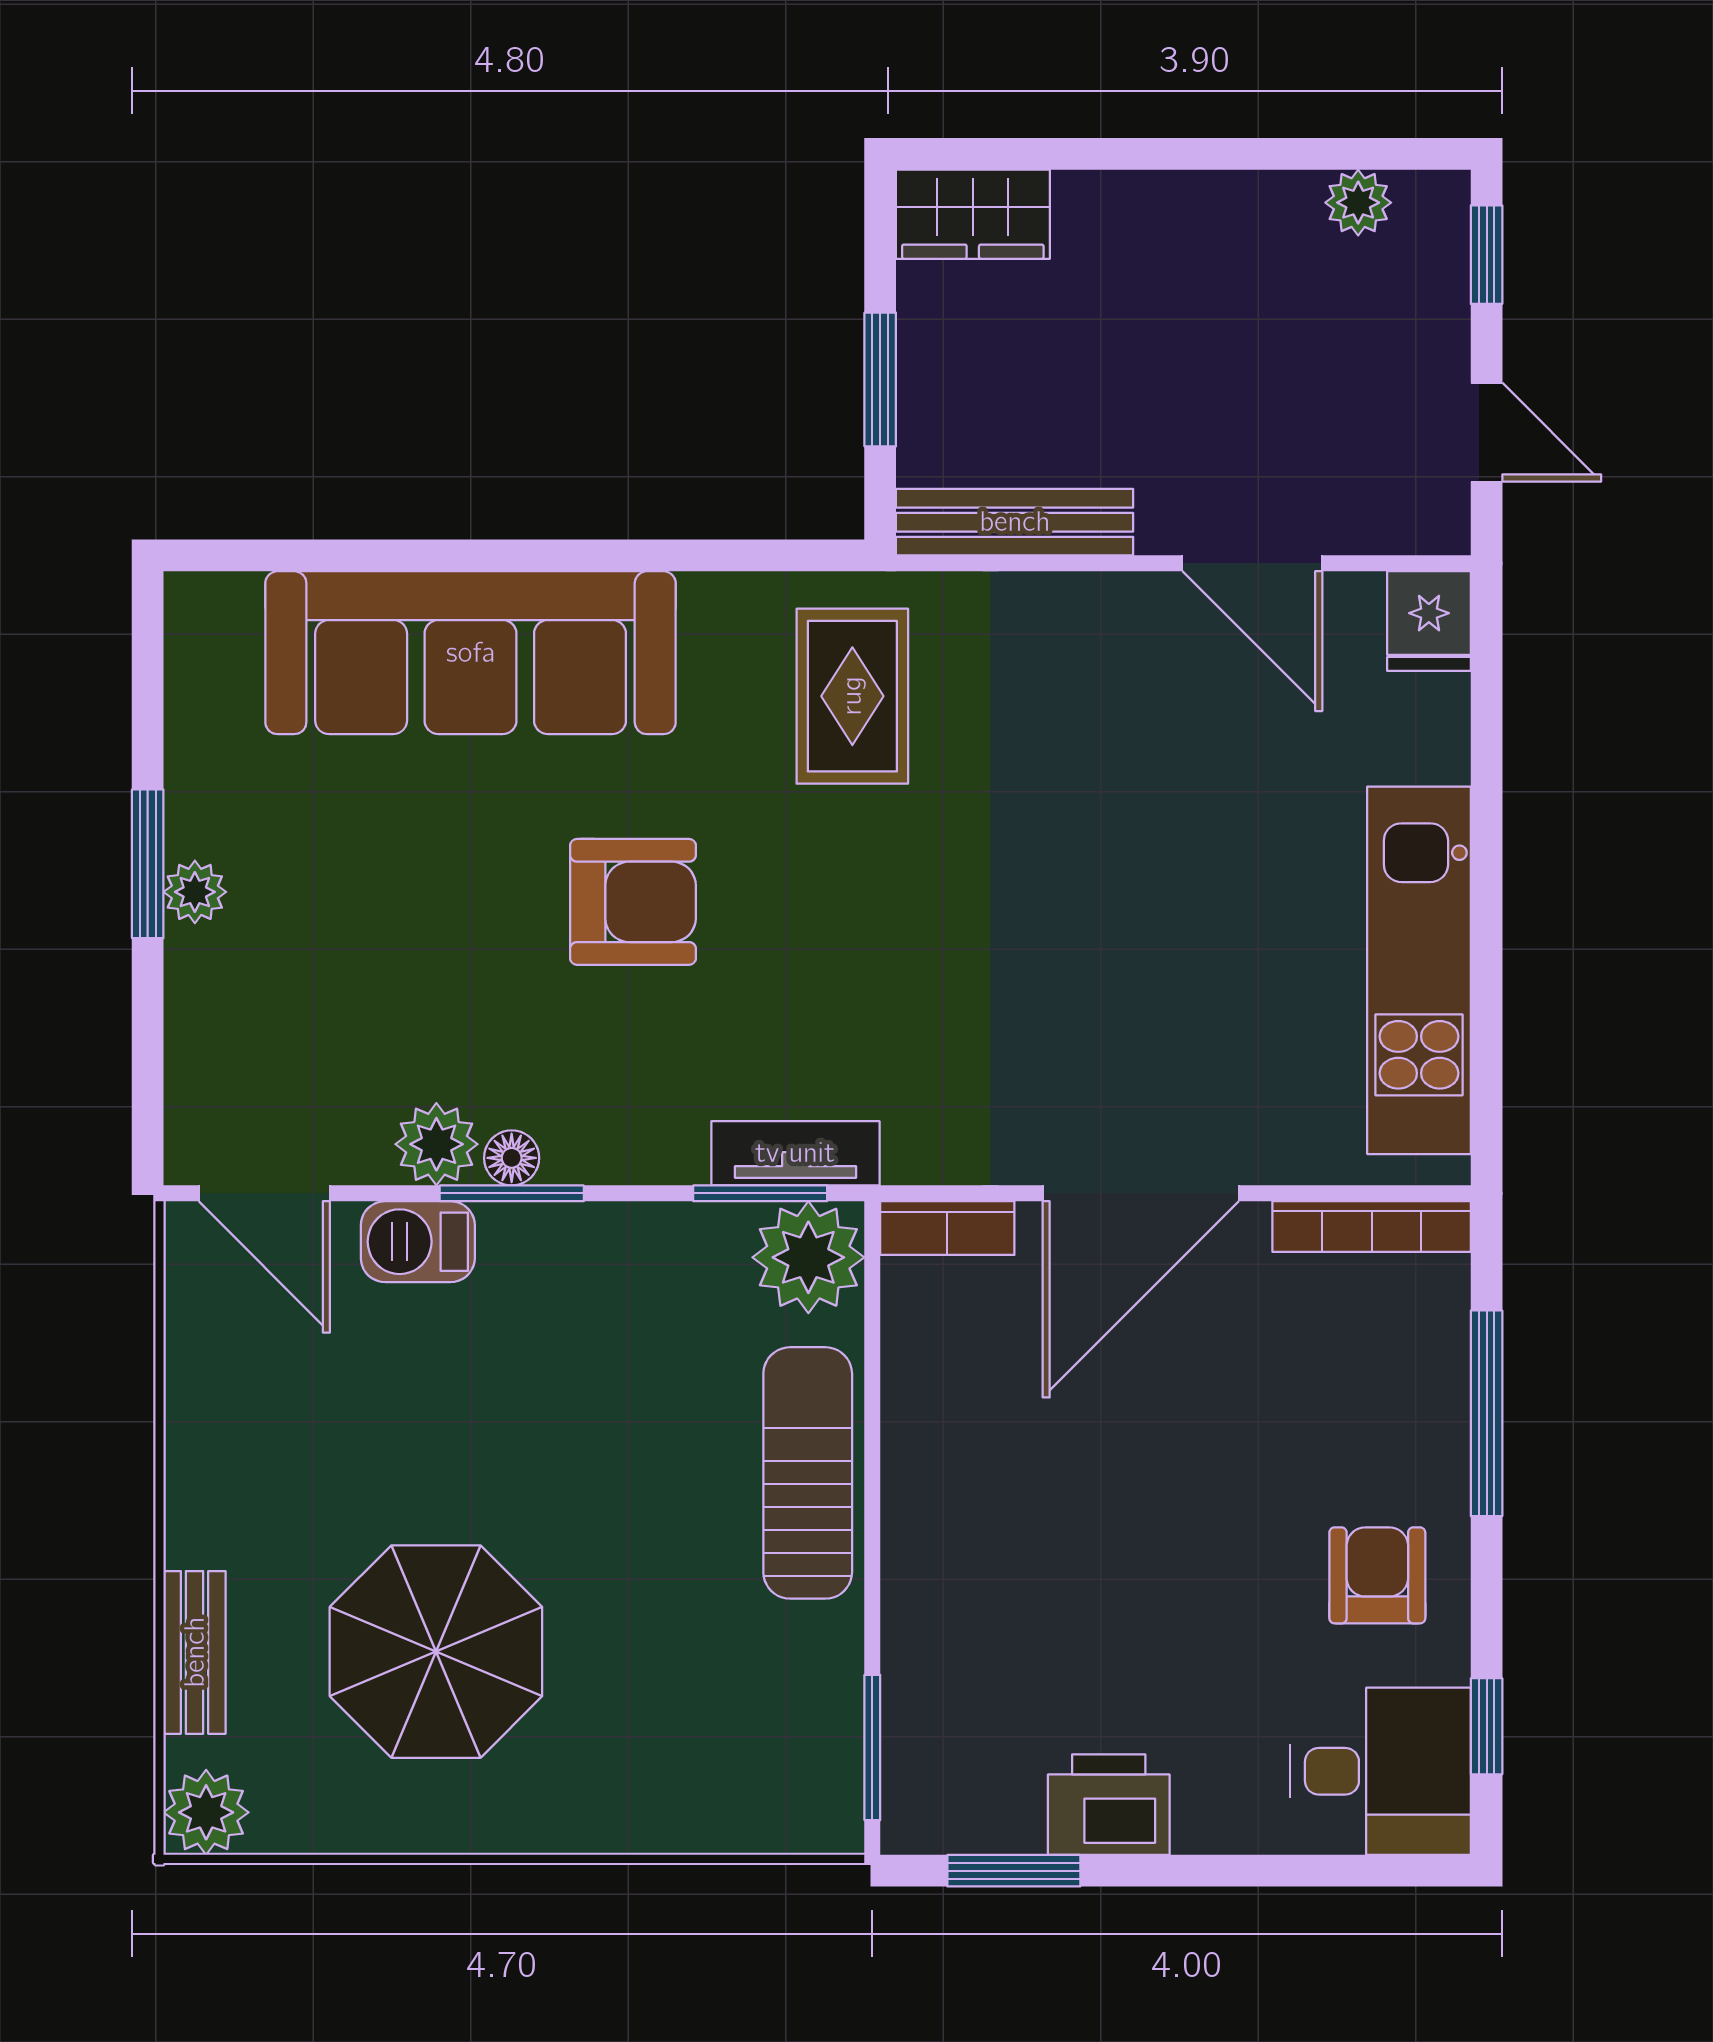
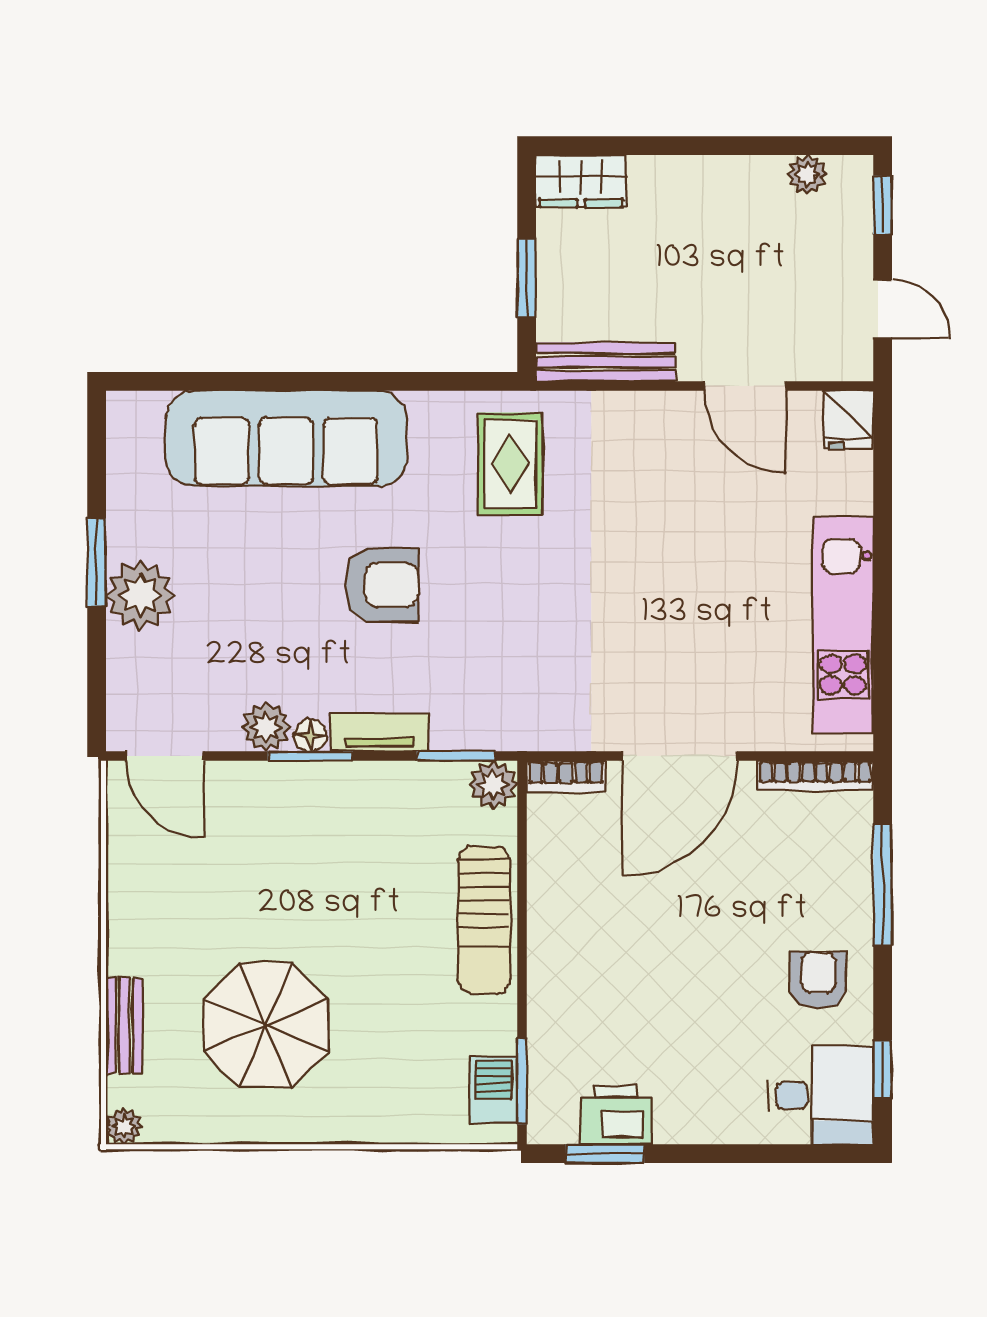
plant: (195, 892) -> (140, 595), width x1.88, depth x1.88
tv unit: (795, 1153) -> (379, 733), moved
barbecue: (418, 1242) -> (494, 1090), moved, turned 90
plant: (808, 1257) -> (493, 785), width x0.73, depth x0.73
sun lounger: (808, 1473) -> (484, 920), turned 180
printer: (1109, 1805) -> (616, 1115), moved
plant: (206, 1812) -> (124, 1126), width x0.73, depth x0.73

